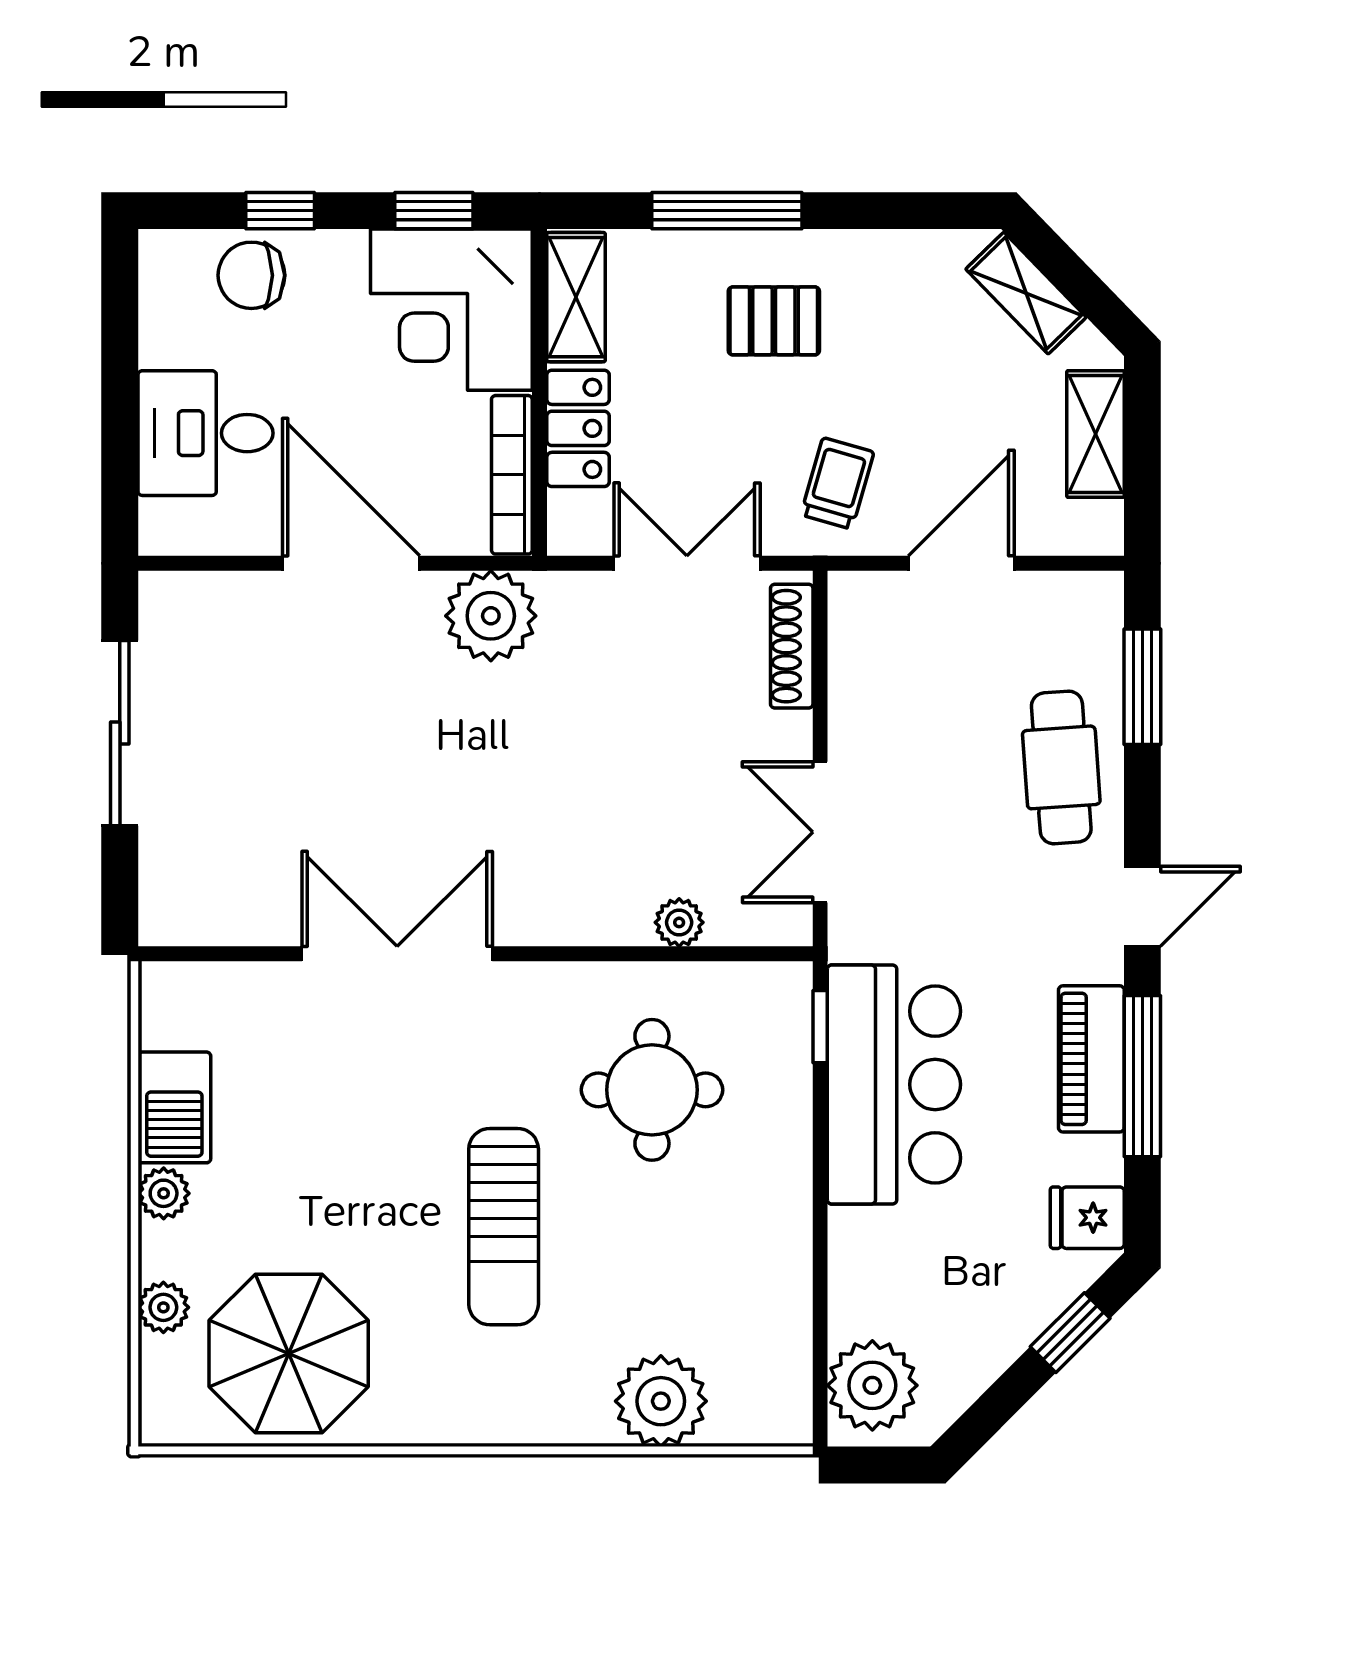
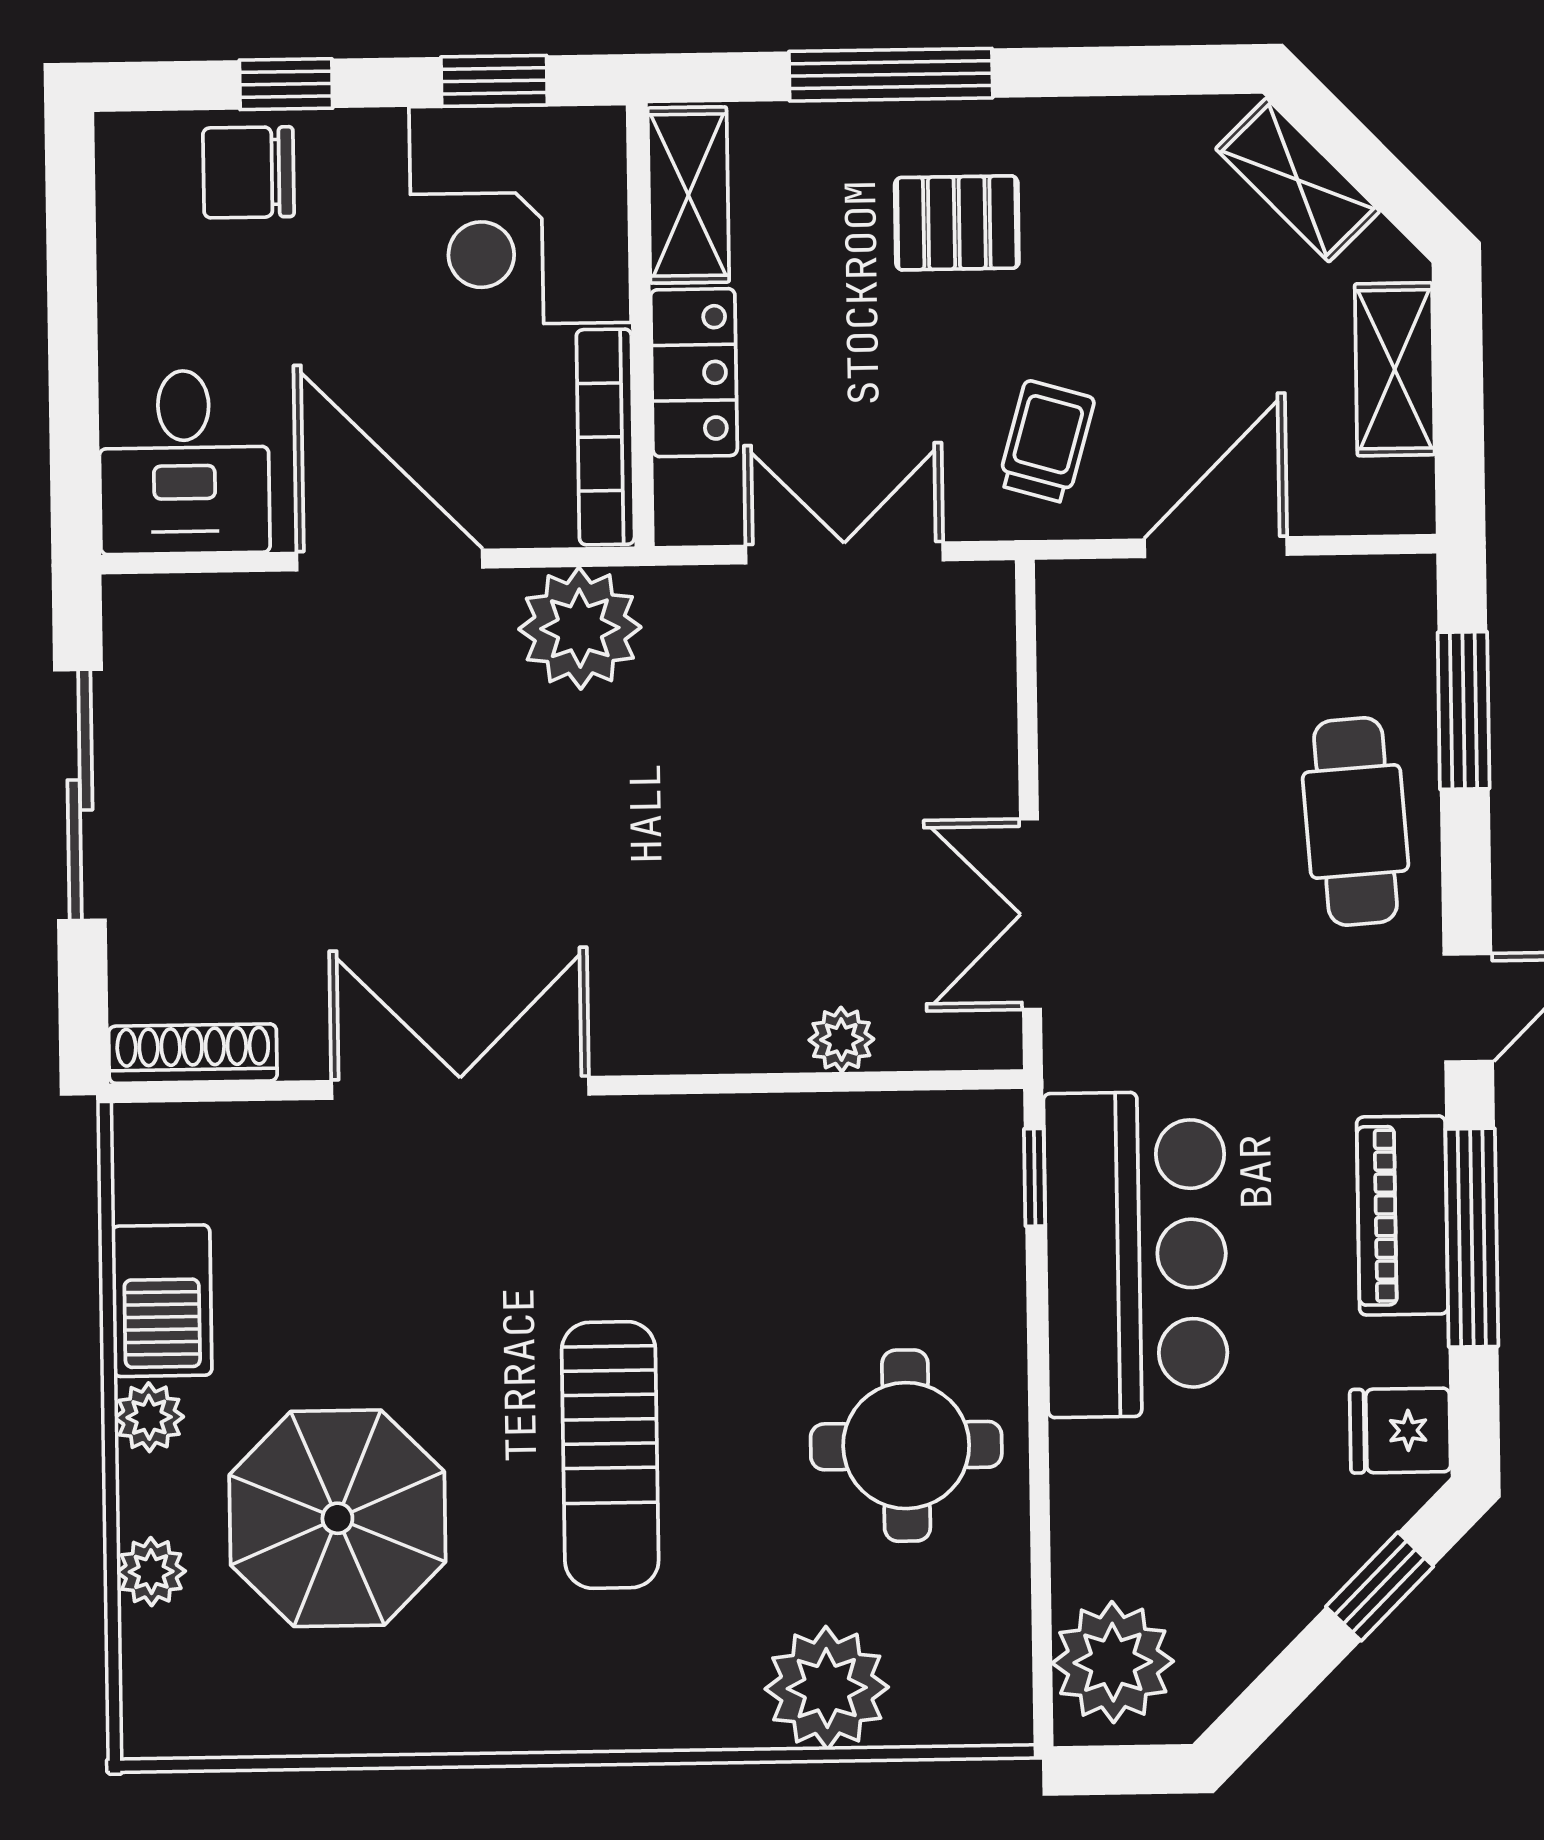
desk: (205, 433) -> (184, 462), moved, turned -90
shoe rack: (792, 646) -> (193, 1054), moved, turned 90
round table: (652, 1090) -> (906, 1446), moved
parasol: (289, 1353) -> (337, 1518), moved

